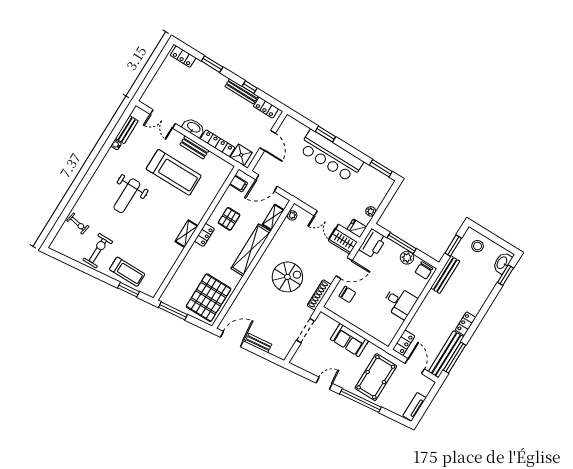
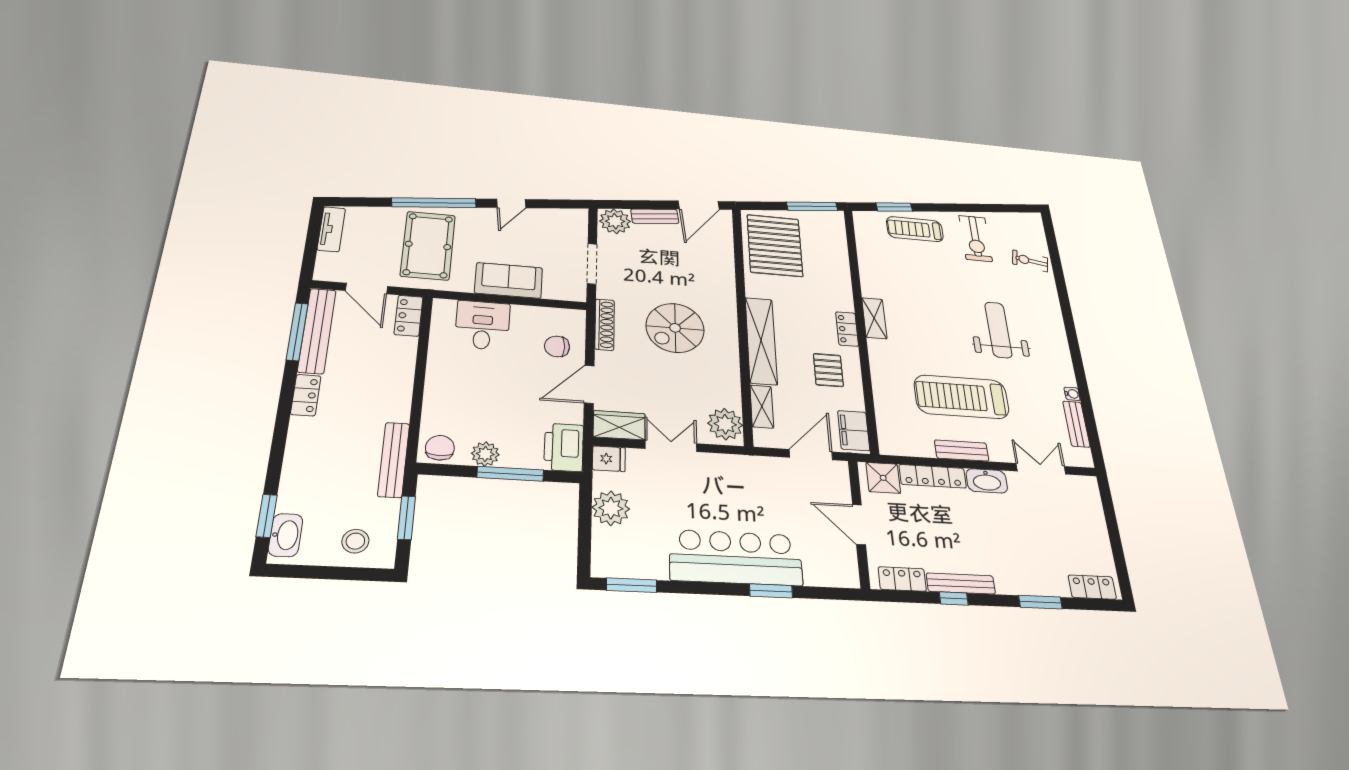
filing cabinet: (239, 184) -> (854, 431), width x2.00
plant: (371, 211) -> (611, 508), width x1.87, depth x1.87
plant: (292, 215) -> (725, 424), width x1.87, depth x1.87
desk: (400, 302) -> (482, 325), moved, turned 90
plant: (280, 349) -> (615, 221), added

